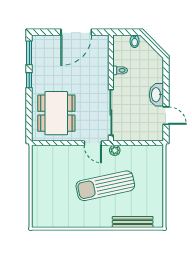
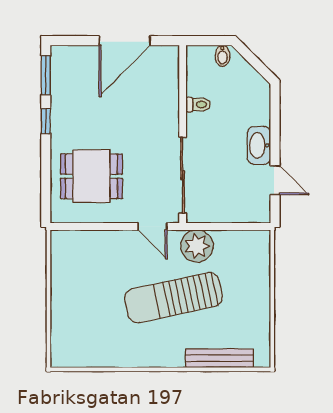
dining table: (56, 113) -> (91, 176), width x0.73
plant: (115, 150) -> (197, 246), width x1.88, depth x1.88

